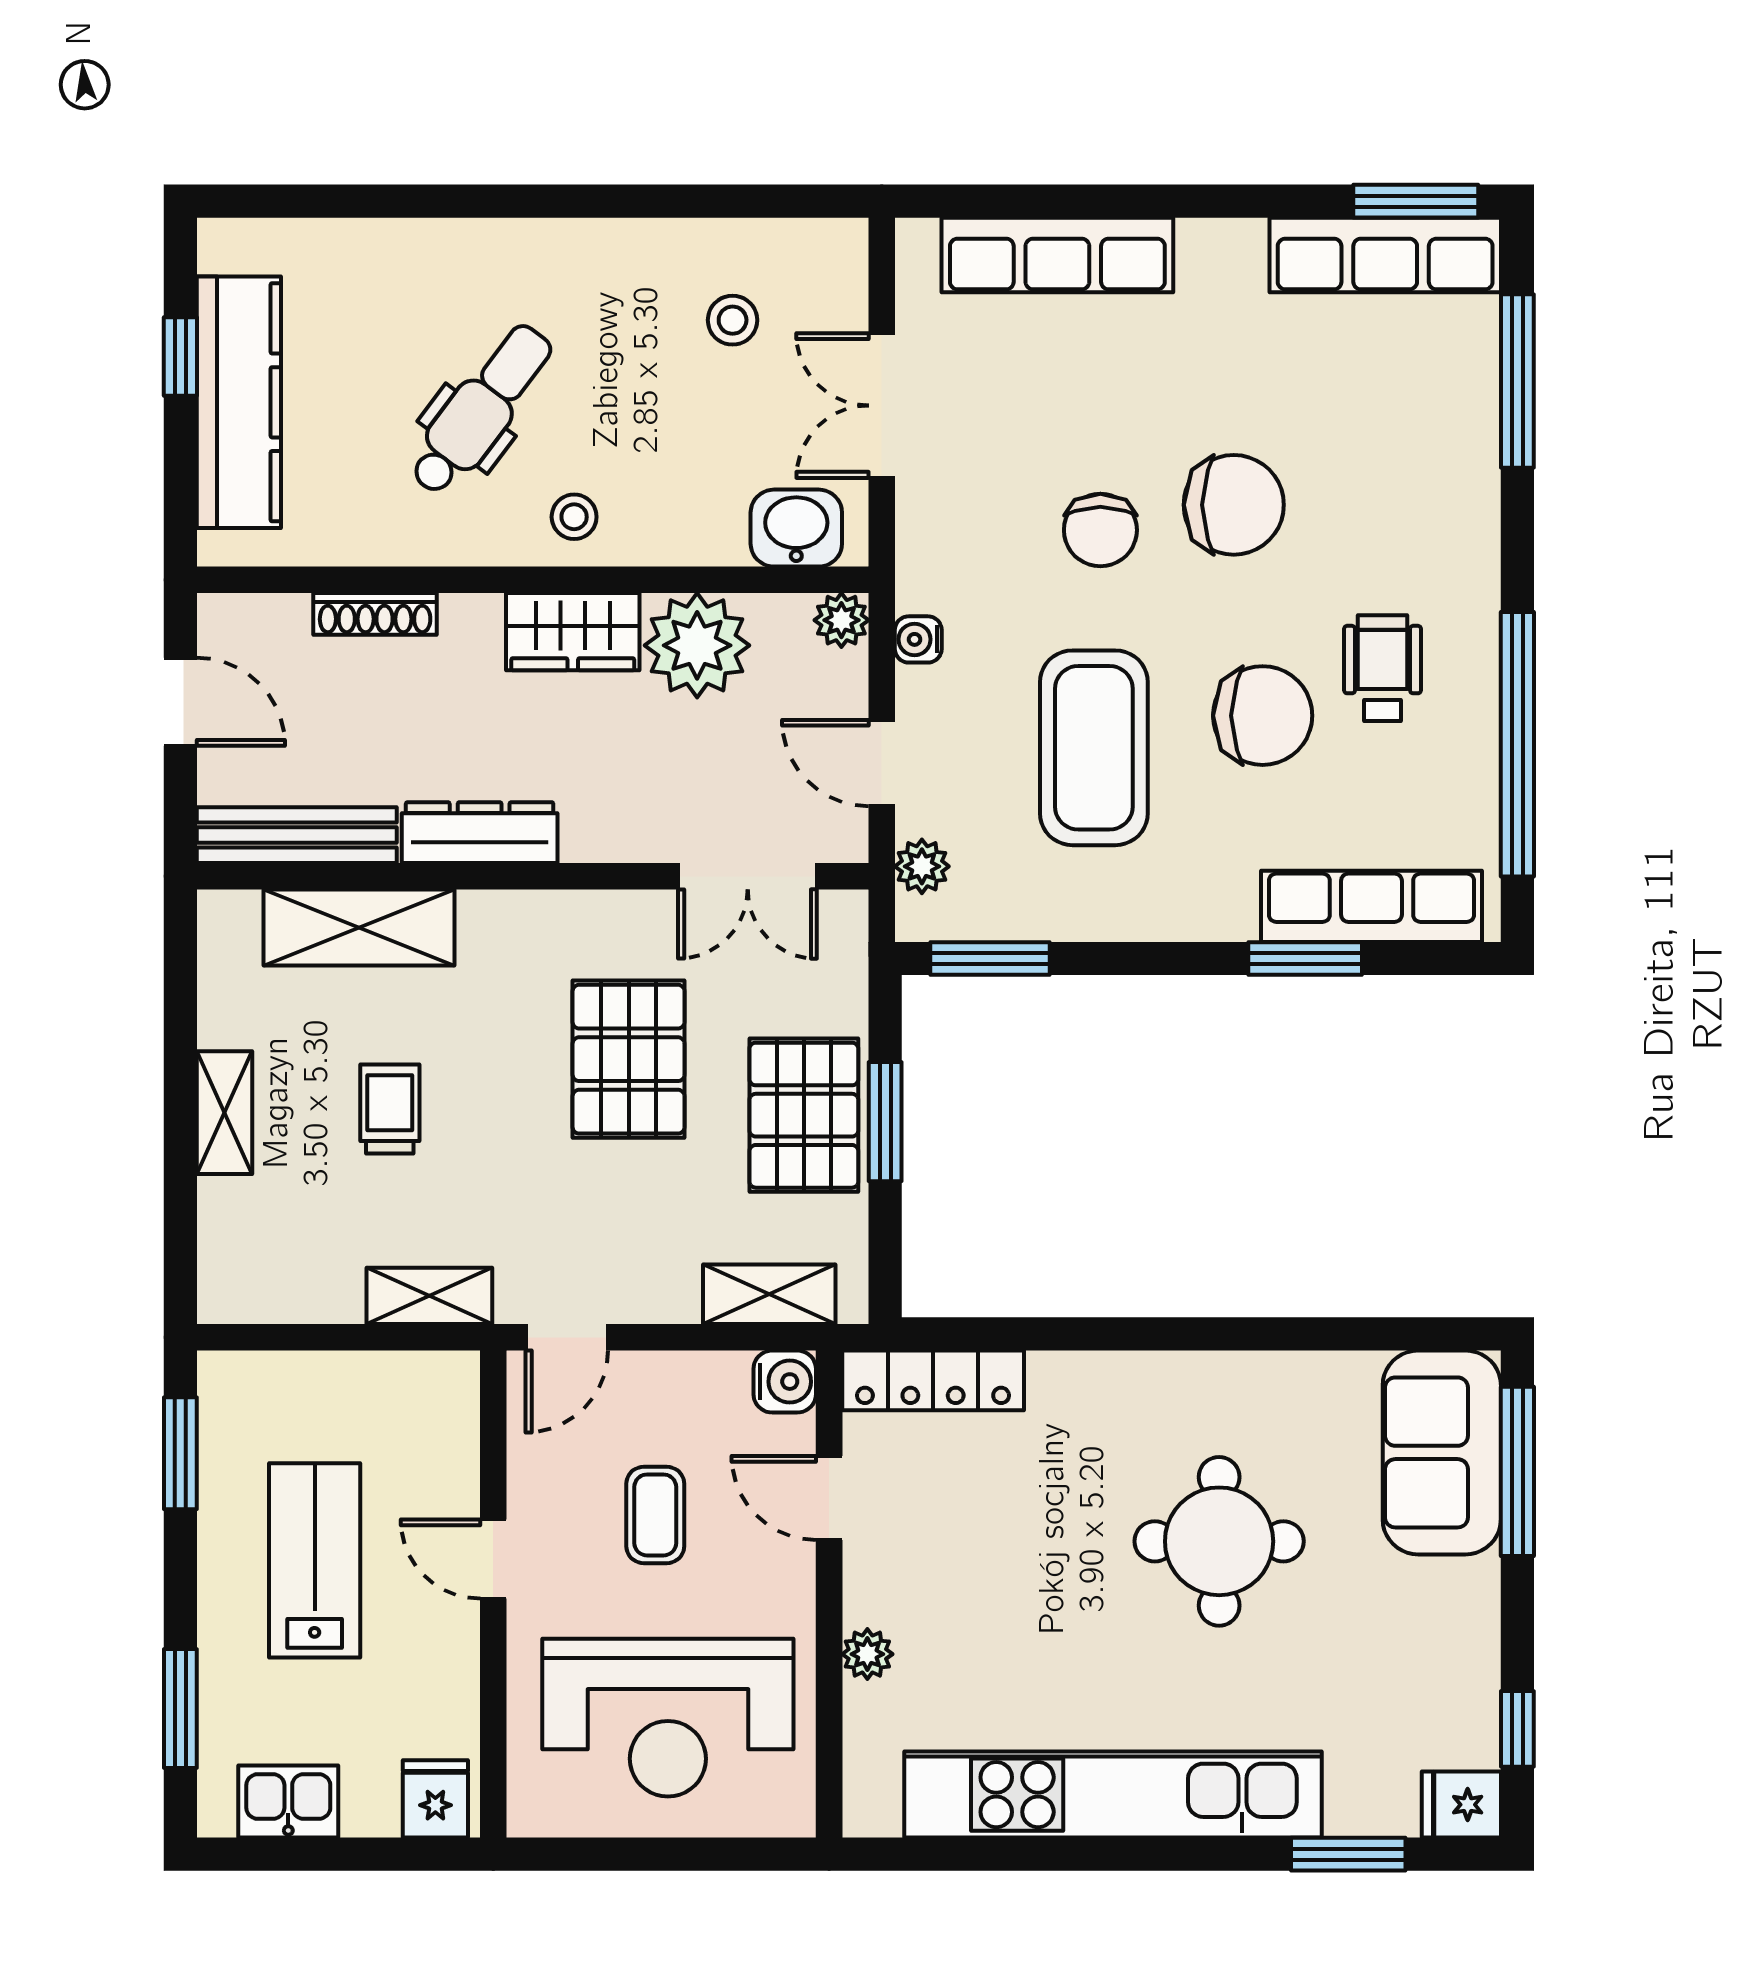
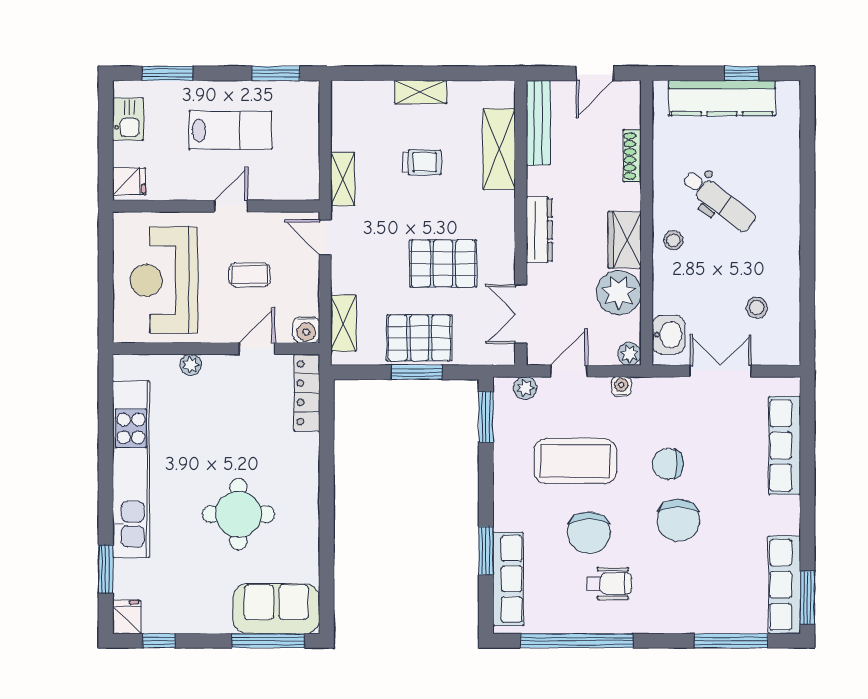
dresser: (480, 833) -> (539, 230), moved

